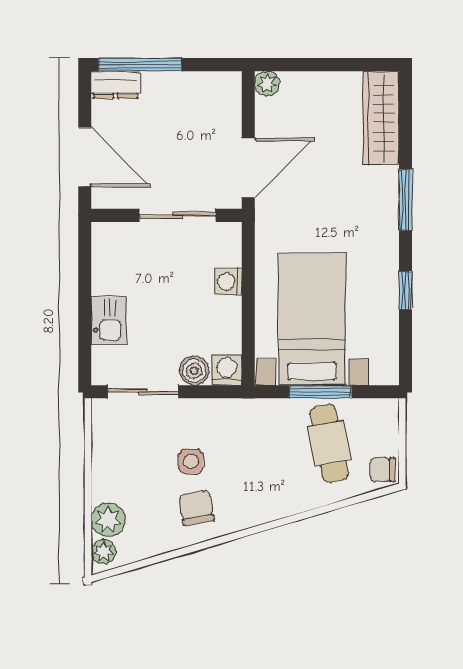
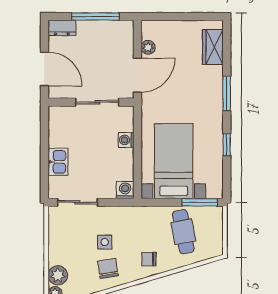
window: (140, 65) -> (95, 16), moved
plant: (267, 83) -> (148, 47), moved
wardrobe: (381, 118) -> (213, 47), width x0.67
boiler: (194, 371) -> (107, 190), removed
window: (320, 392) -> (200, 202), moved
chair: (382, 470) -> (149, 259), moved

